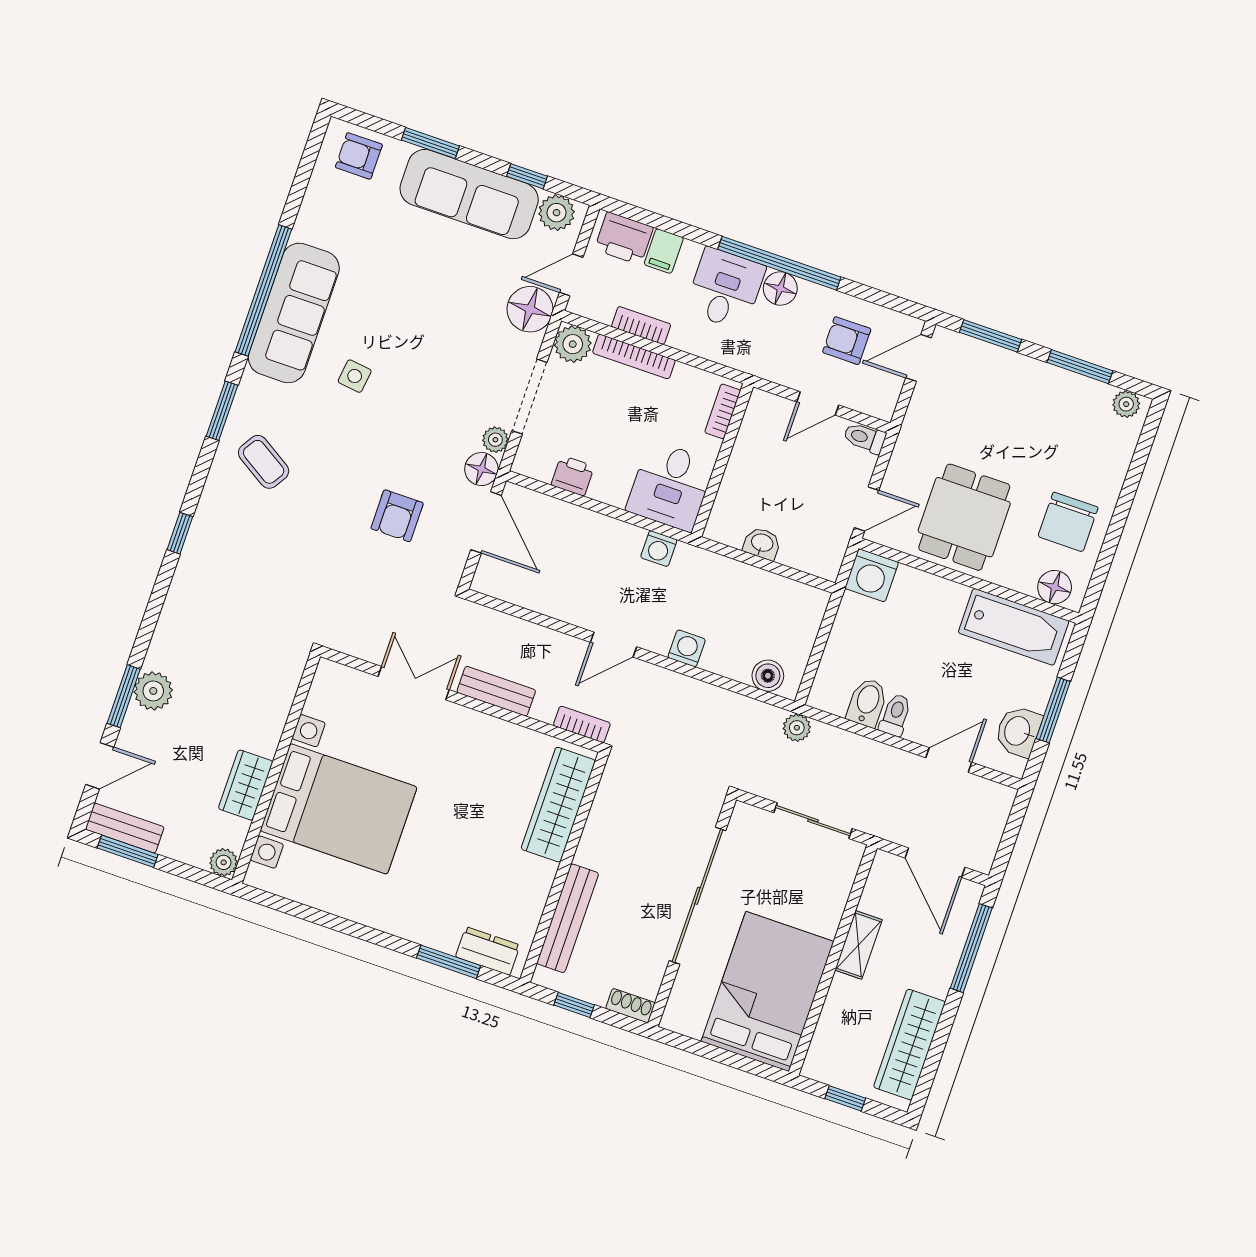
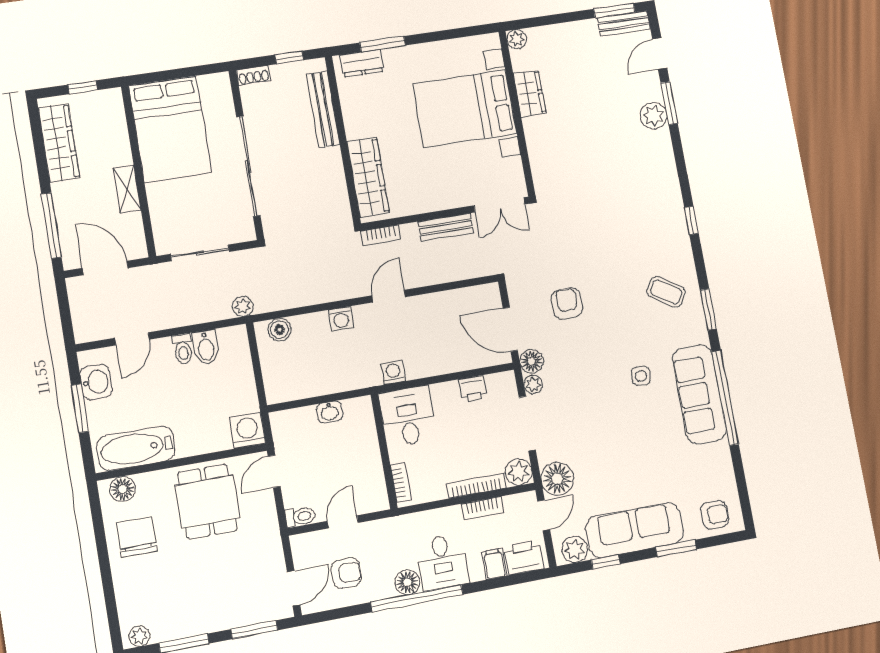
wall: (276, 768) -> (517, 113), moved
wardrobe: (246, 785) -> (530, 93), moved
bed with nightstands: (339, 809) -> (465, 109), moved
plant: (224, 862) -> (517, 39), moved

